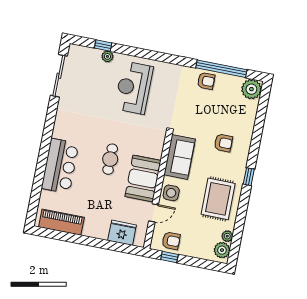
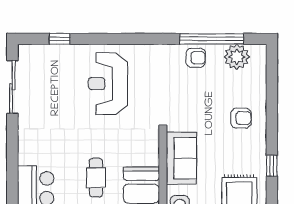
plant: (107, 56) -> (68, 51), removed
plant: (251, 89) -> (237, 57), moved
armchair: (223, 143) -> (241, 118), moved

